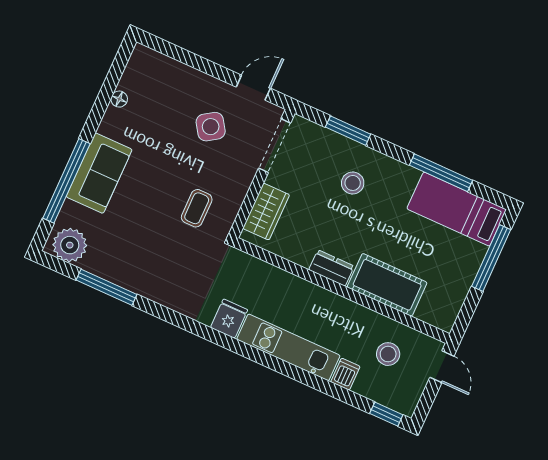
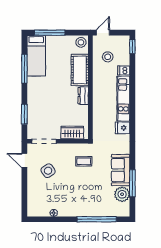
sofa: (99, 173) -> (121, 170), moved, turned -90
stool: (353, 183) -> (81, 42), moved
plant: (70, 245) -> (122, 194), moved

